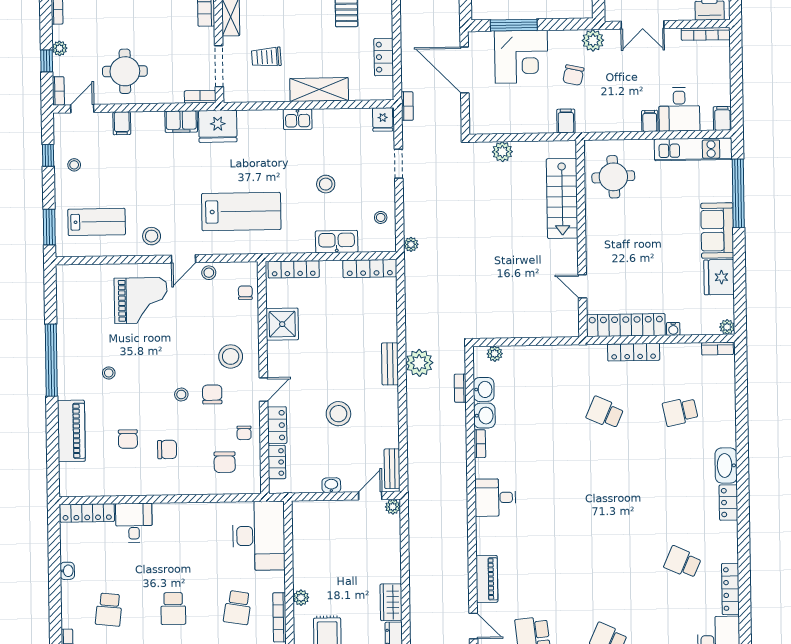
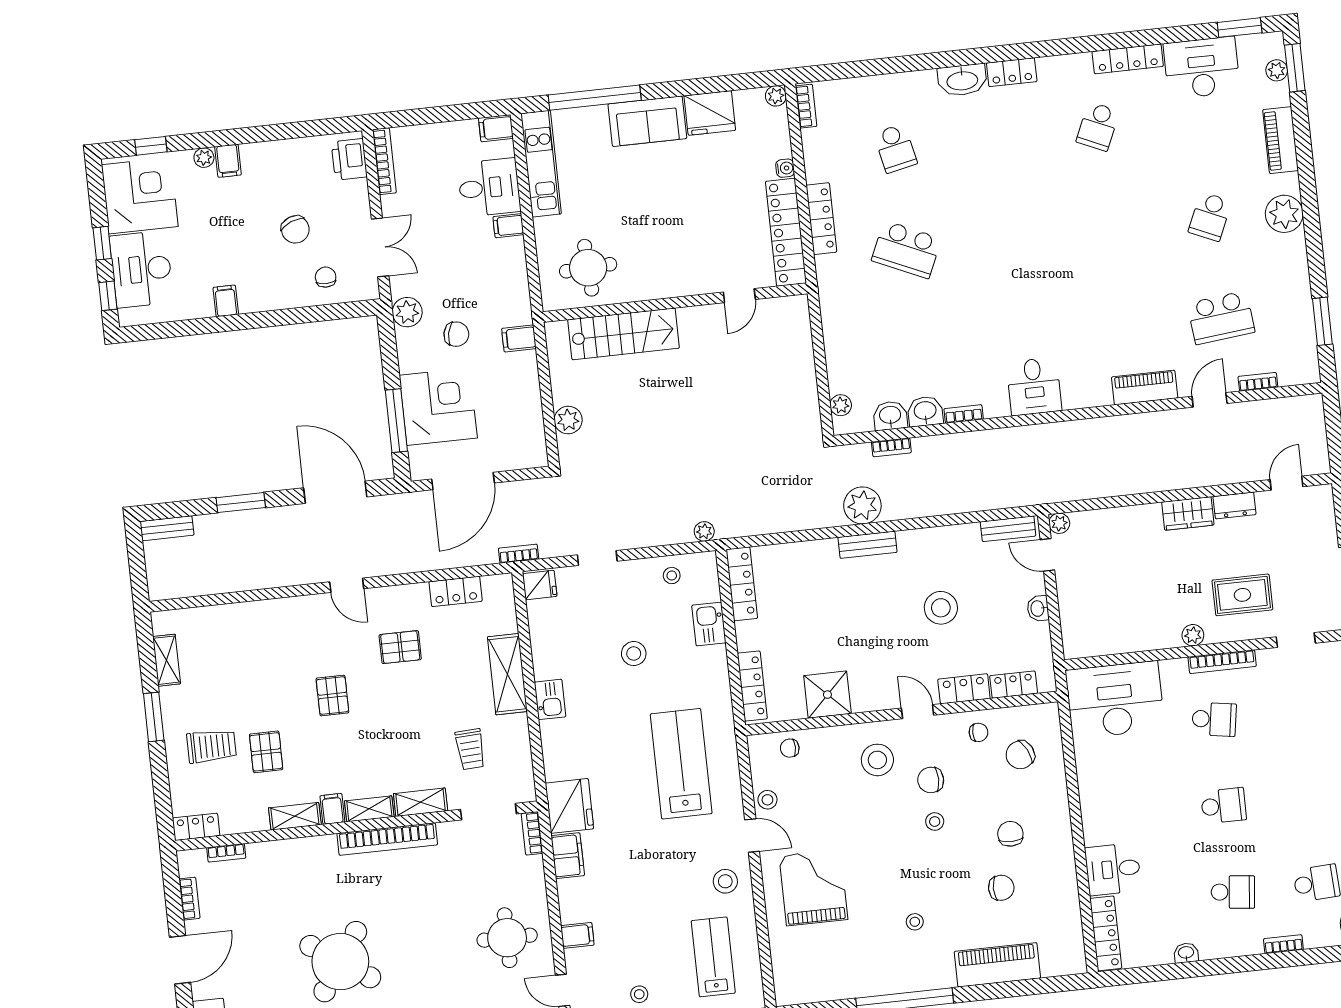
kitchen sink: (337, 242) -> (709, 624), width x0.73
school desk: (605, 413) -> (906, 250), width x1.85
chair: (225, 462) -> (1020, 755), turned 153

